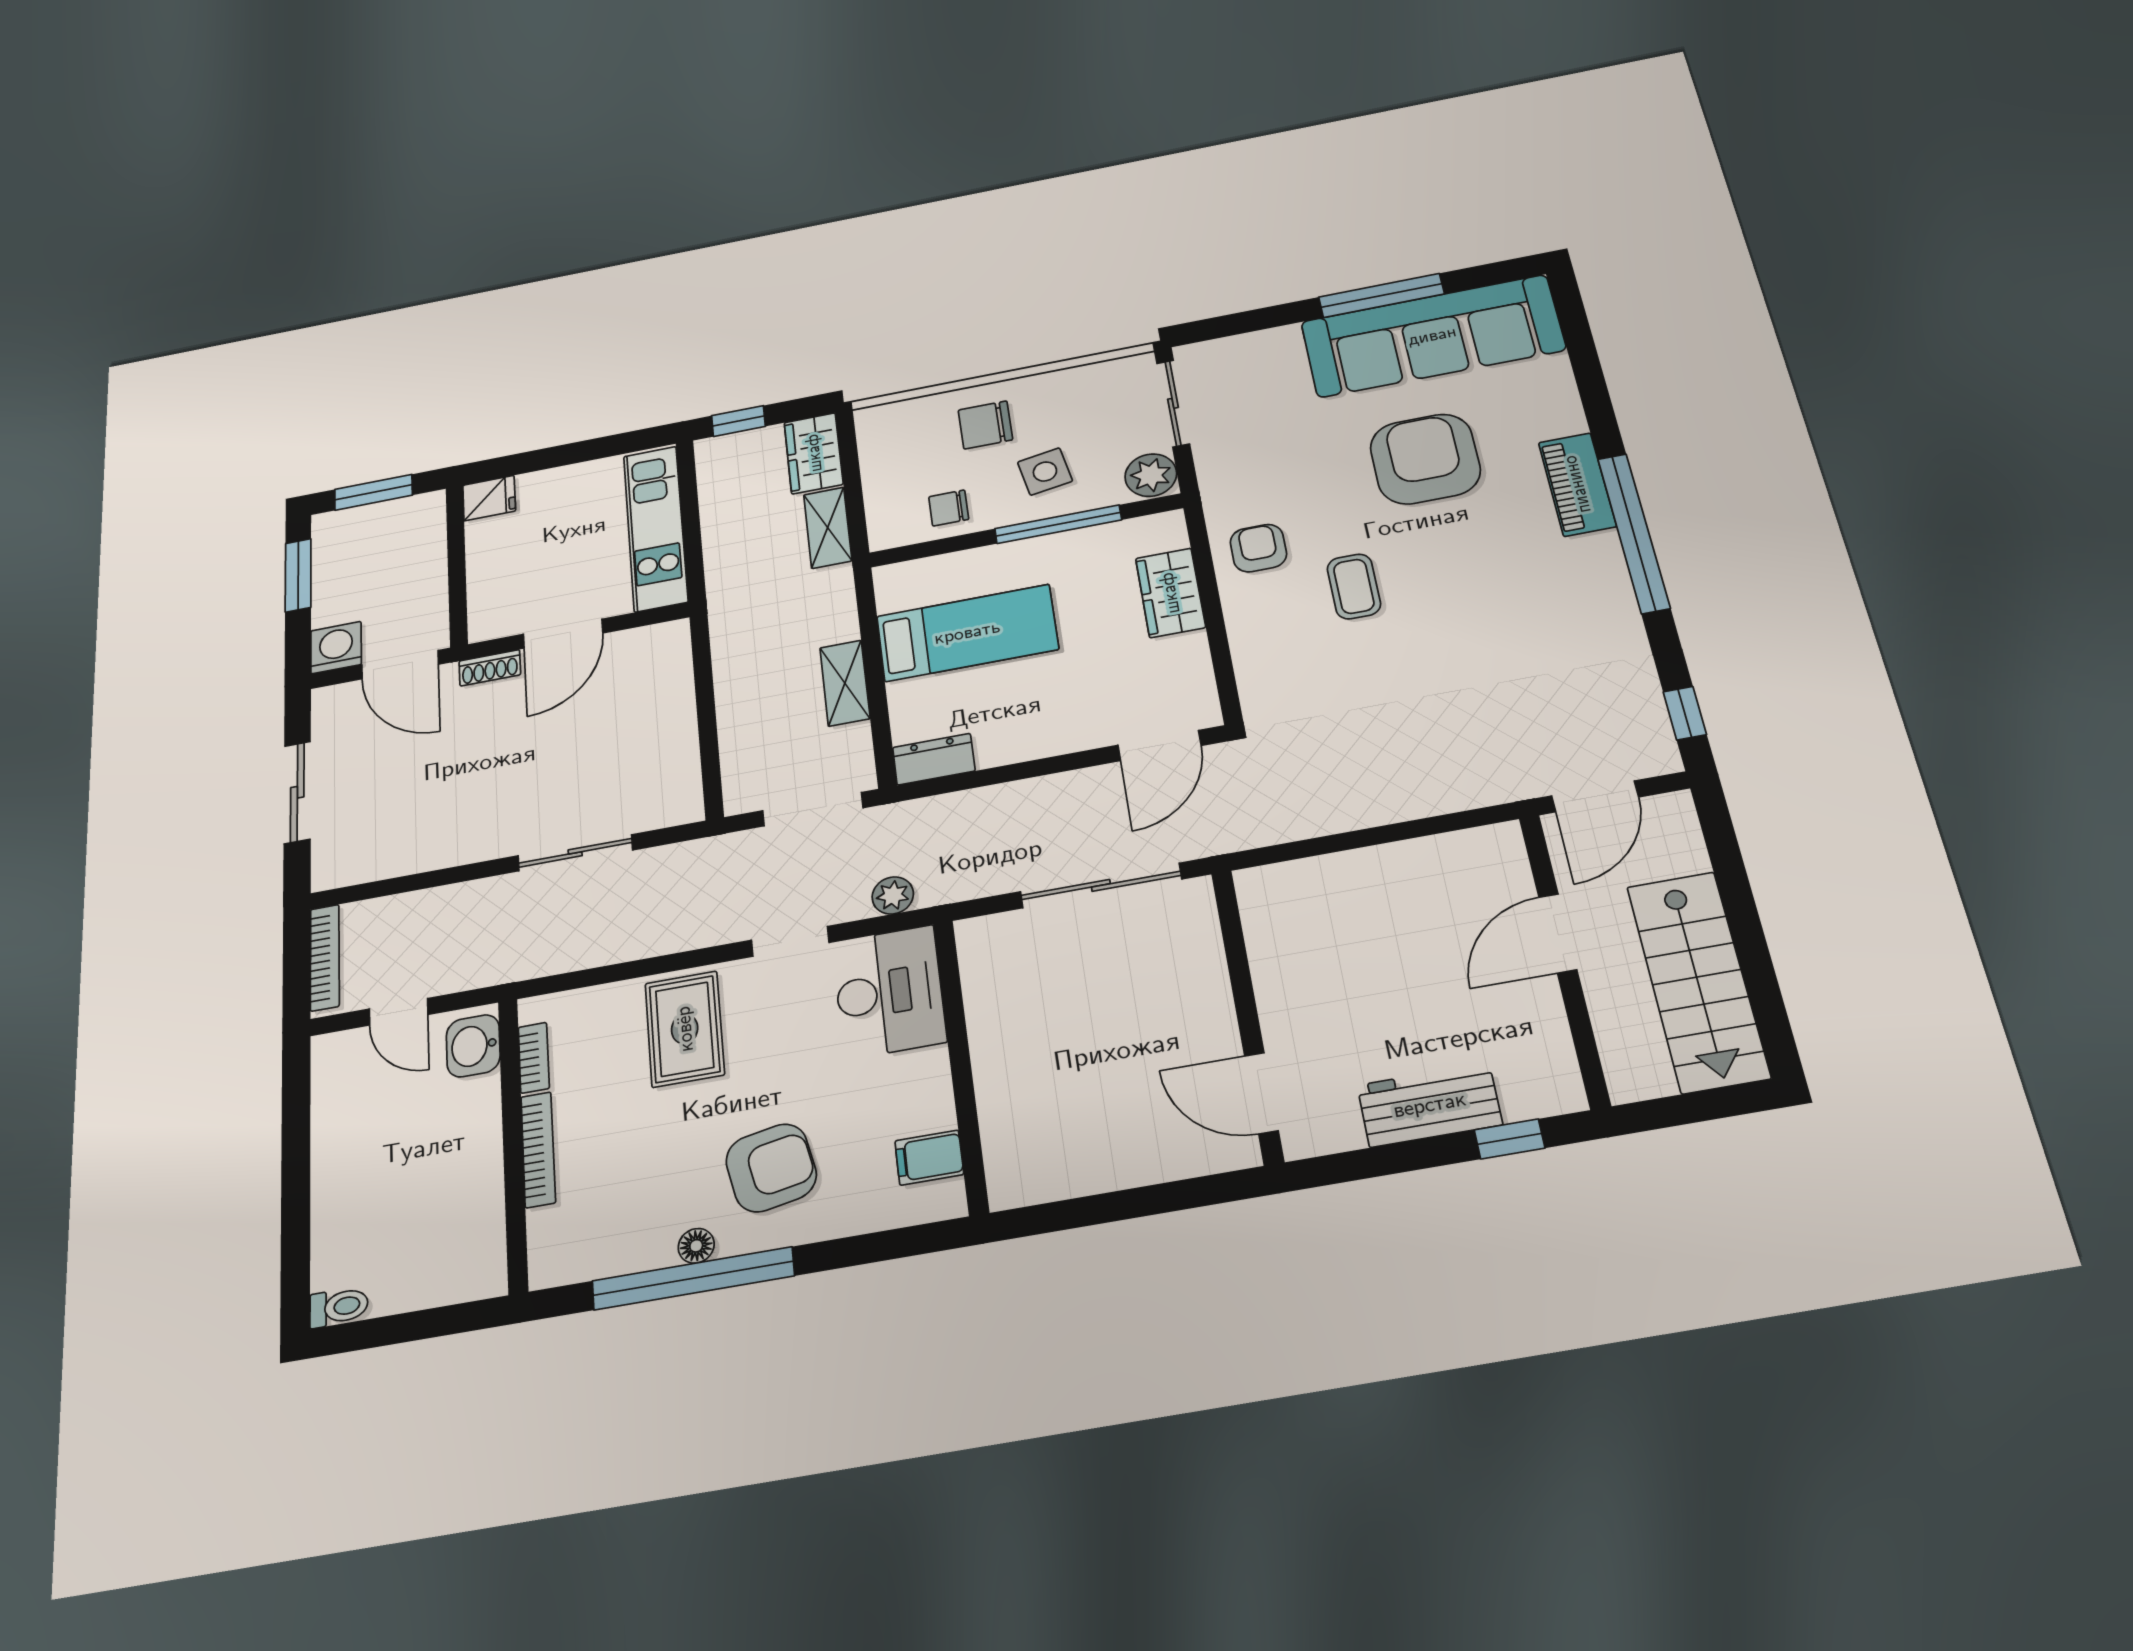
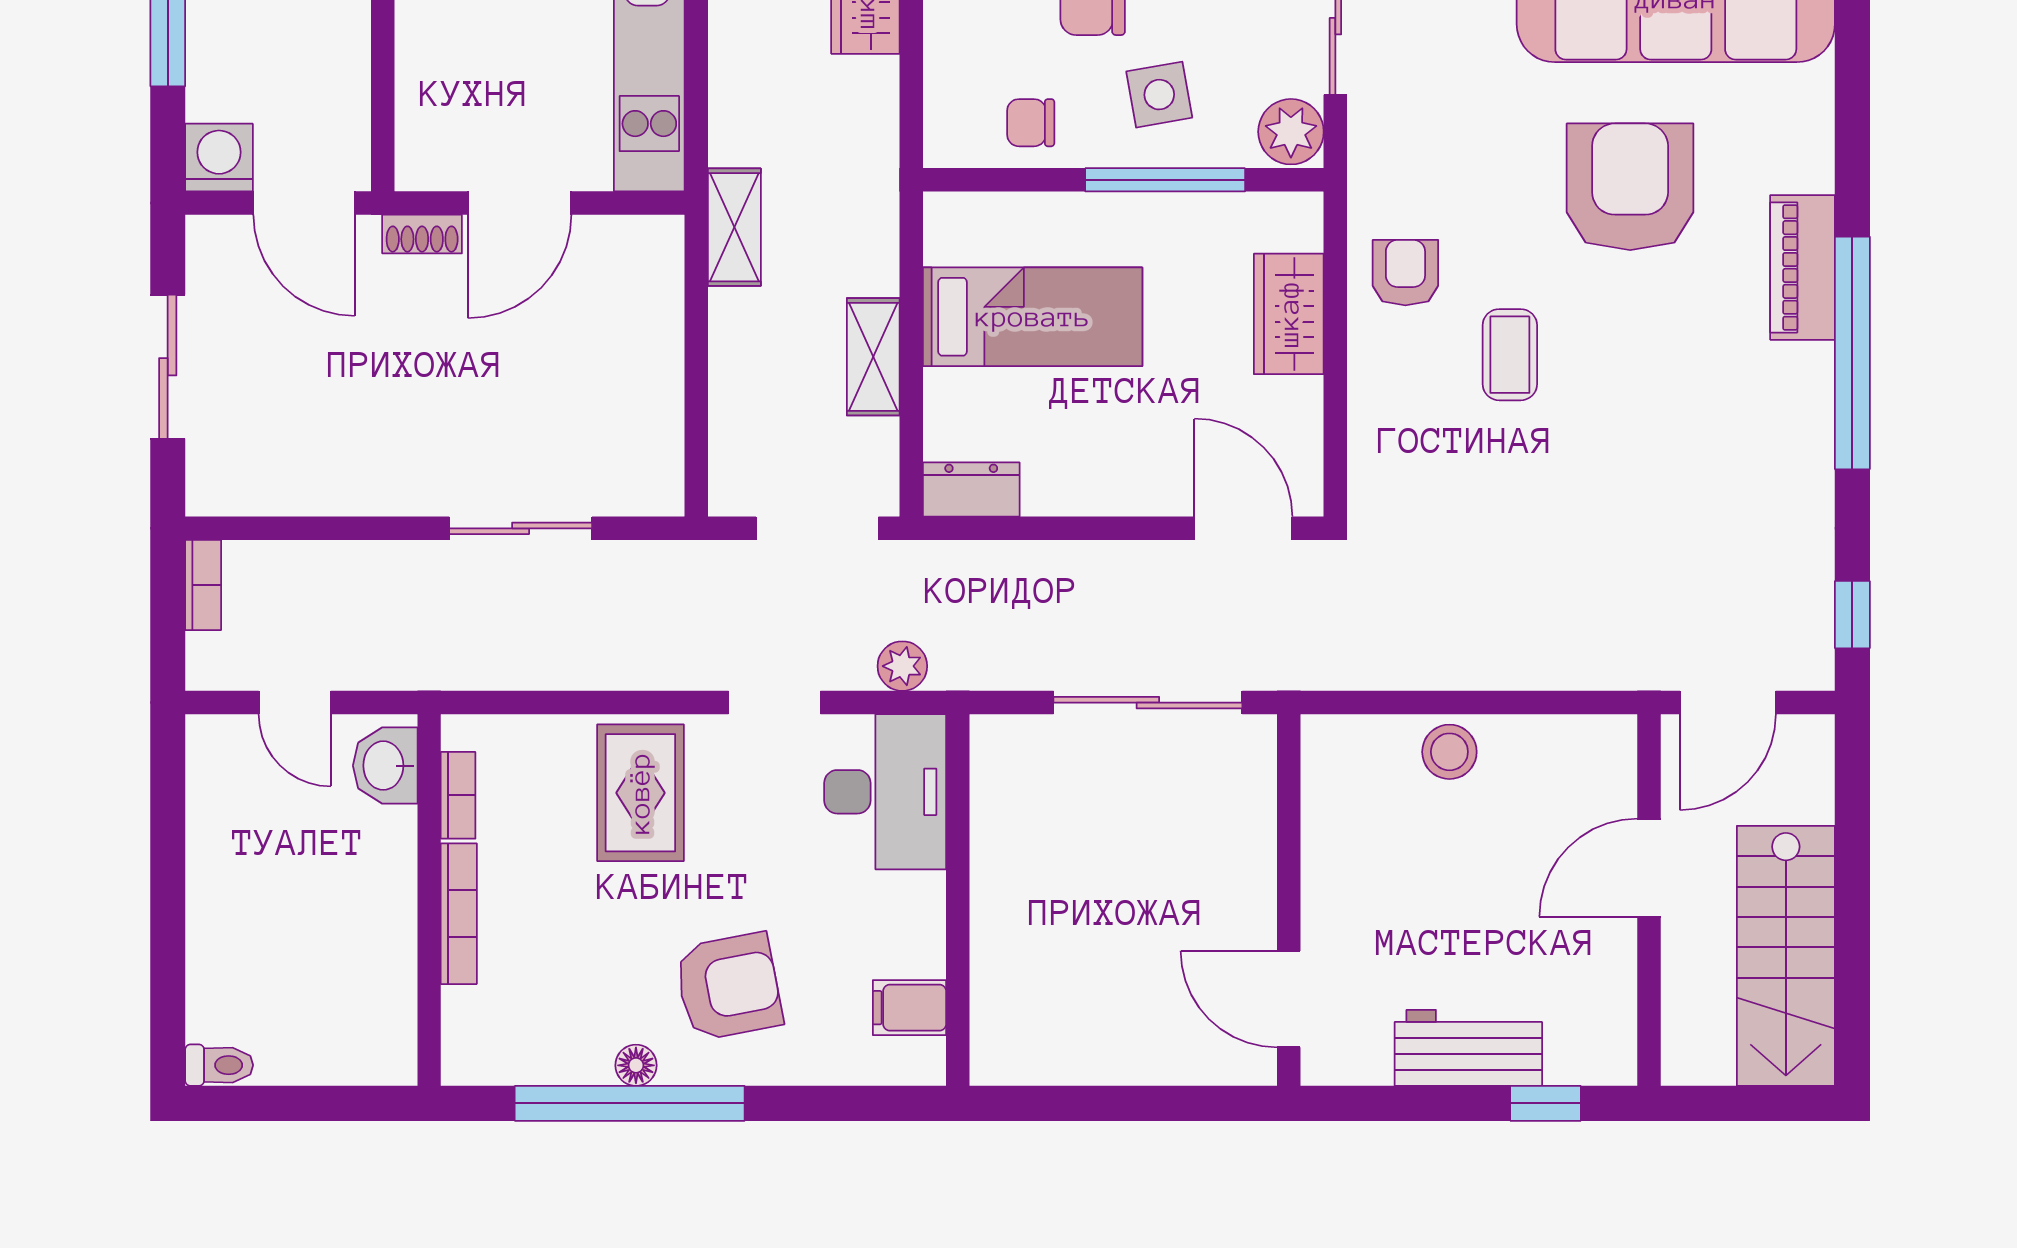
shelving: (828, 528) -> (734, 227), moved
door: (1160, 745) -> (1243, 528), swing flipped
stool: (1364, 876) -> (1449, 752), added
bookcase: (325, 958) -> (203, 585), width x0.64

